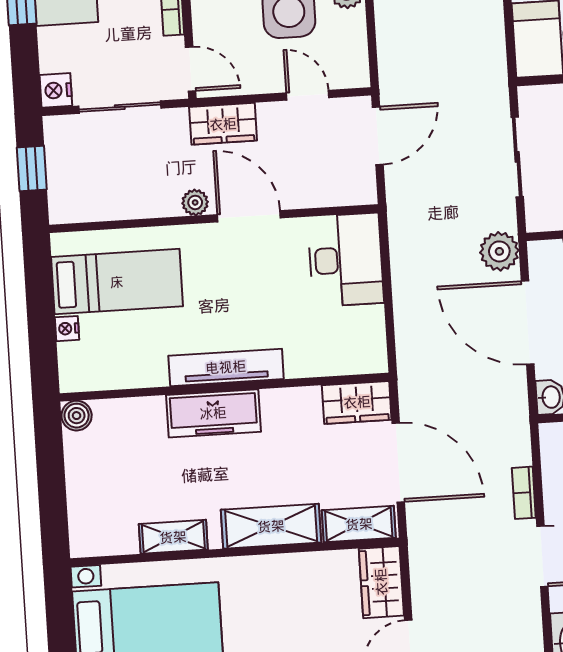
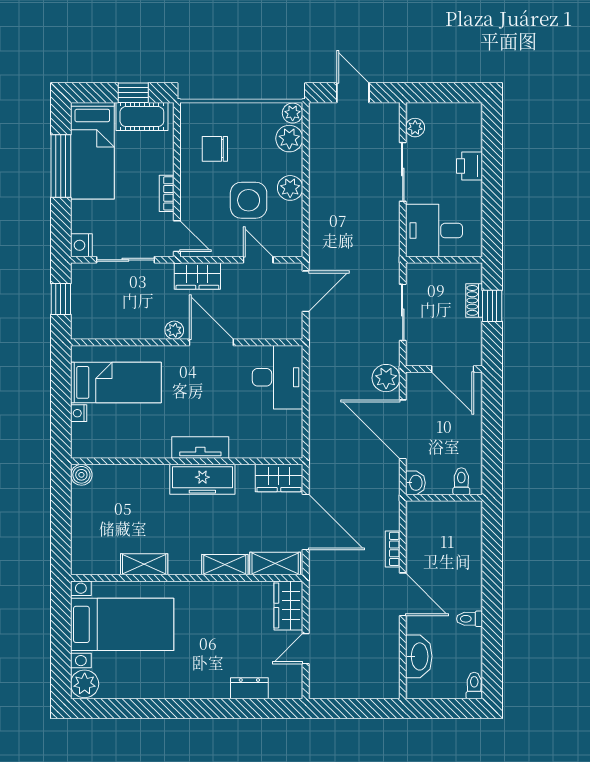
tv unit: (226, 367) -> (200, 448), width x0.71
freezer: (213, 413) -> (202, 479), moved
shelving: (271, 526) -> (225, 565), width x0.67, depth x0.75

